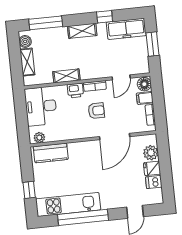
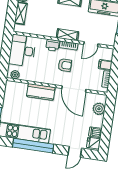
shelving: (66, 76) -> (67, 35), moved
floor lamp: (144, 84) -> (108, 54), removed
door: (115, 137) -> (74, 89), hinge flipped
kitchen counter: (51, 153) -> (41, 92), moved
fridge: (152, 168) -> (94, 143), moved

